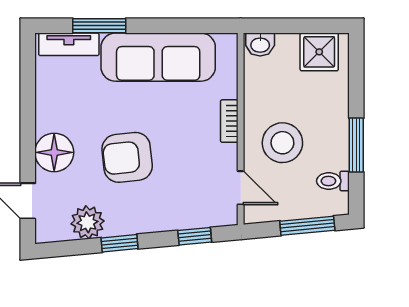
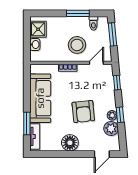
washbasin: (260, 44) -> (35, 45), moved
floor lamp: (54, 152) -> (70, 143), moved
plant: (118, 225) -> (112, 115), added

